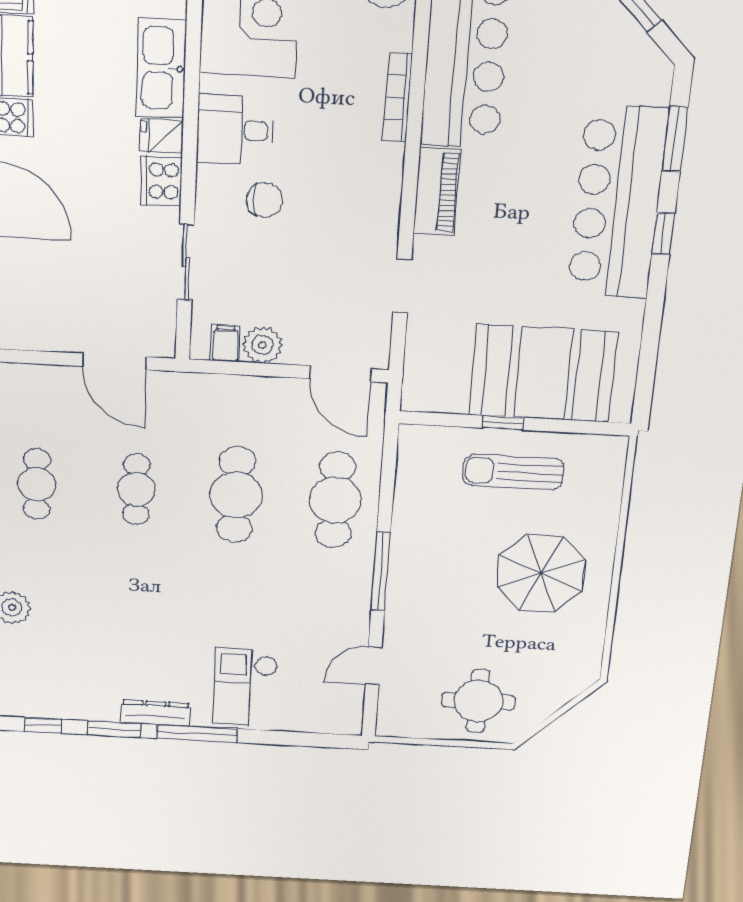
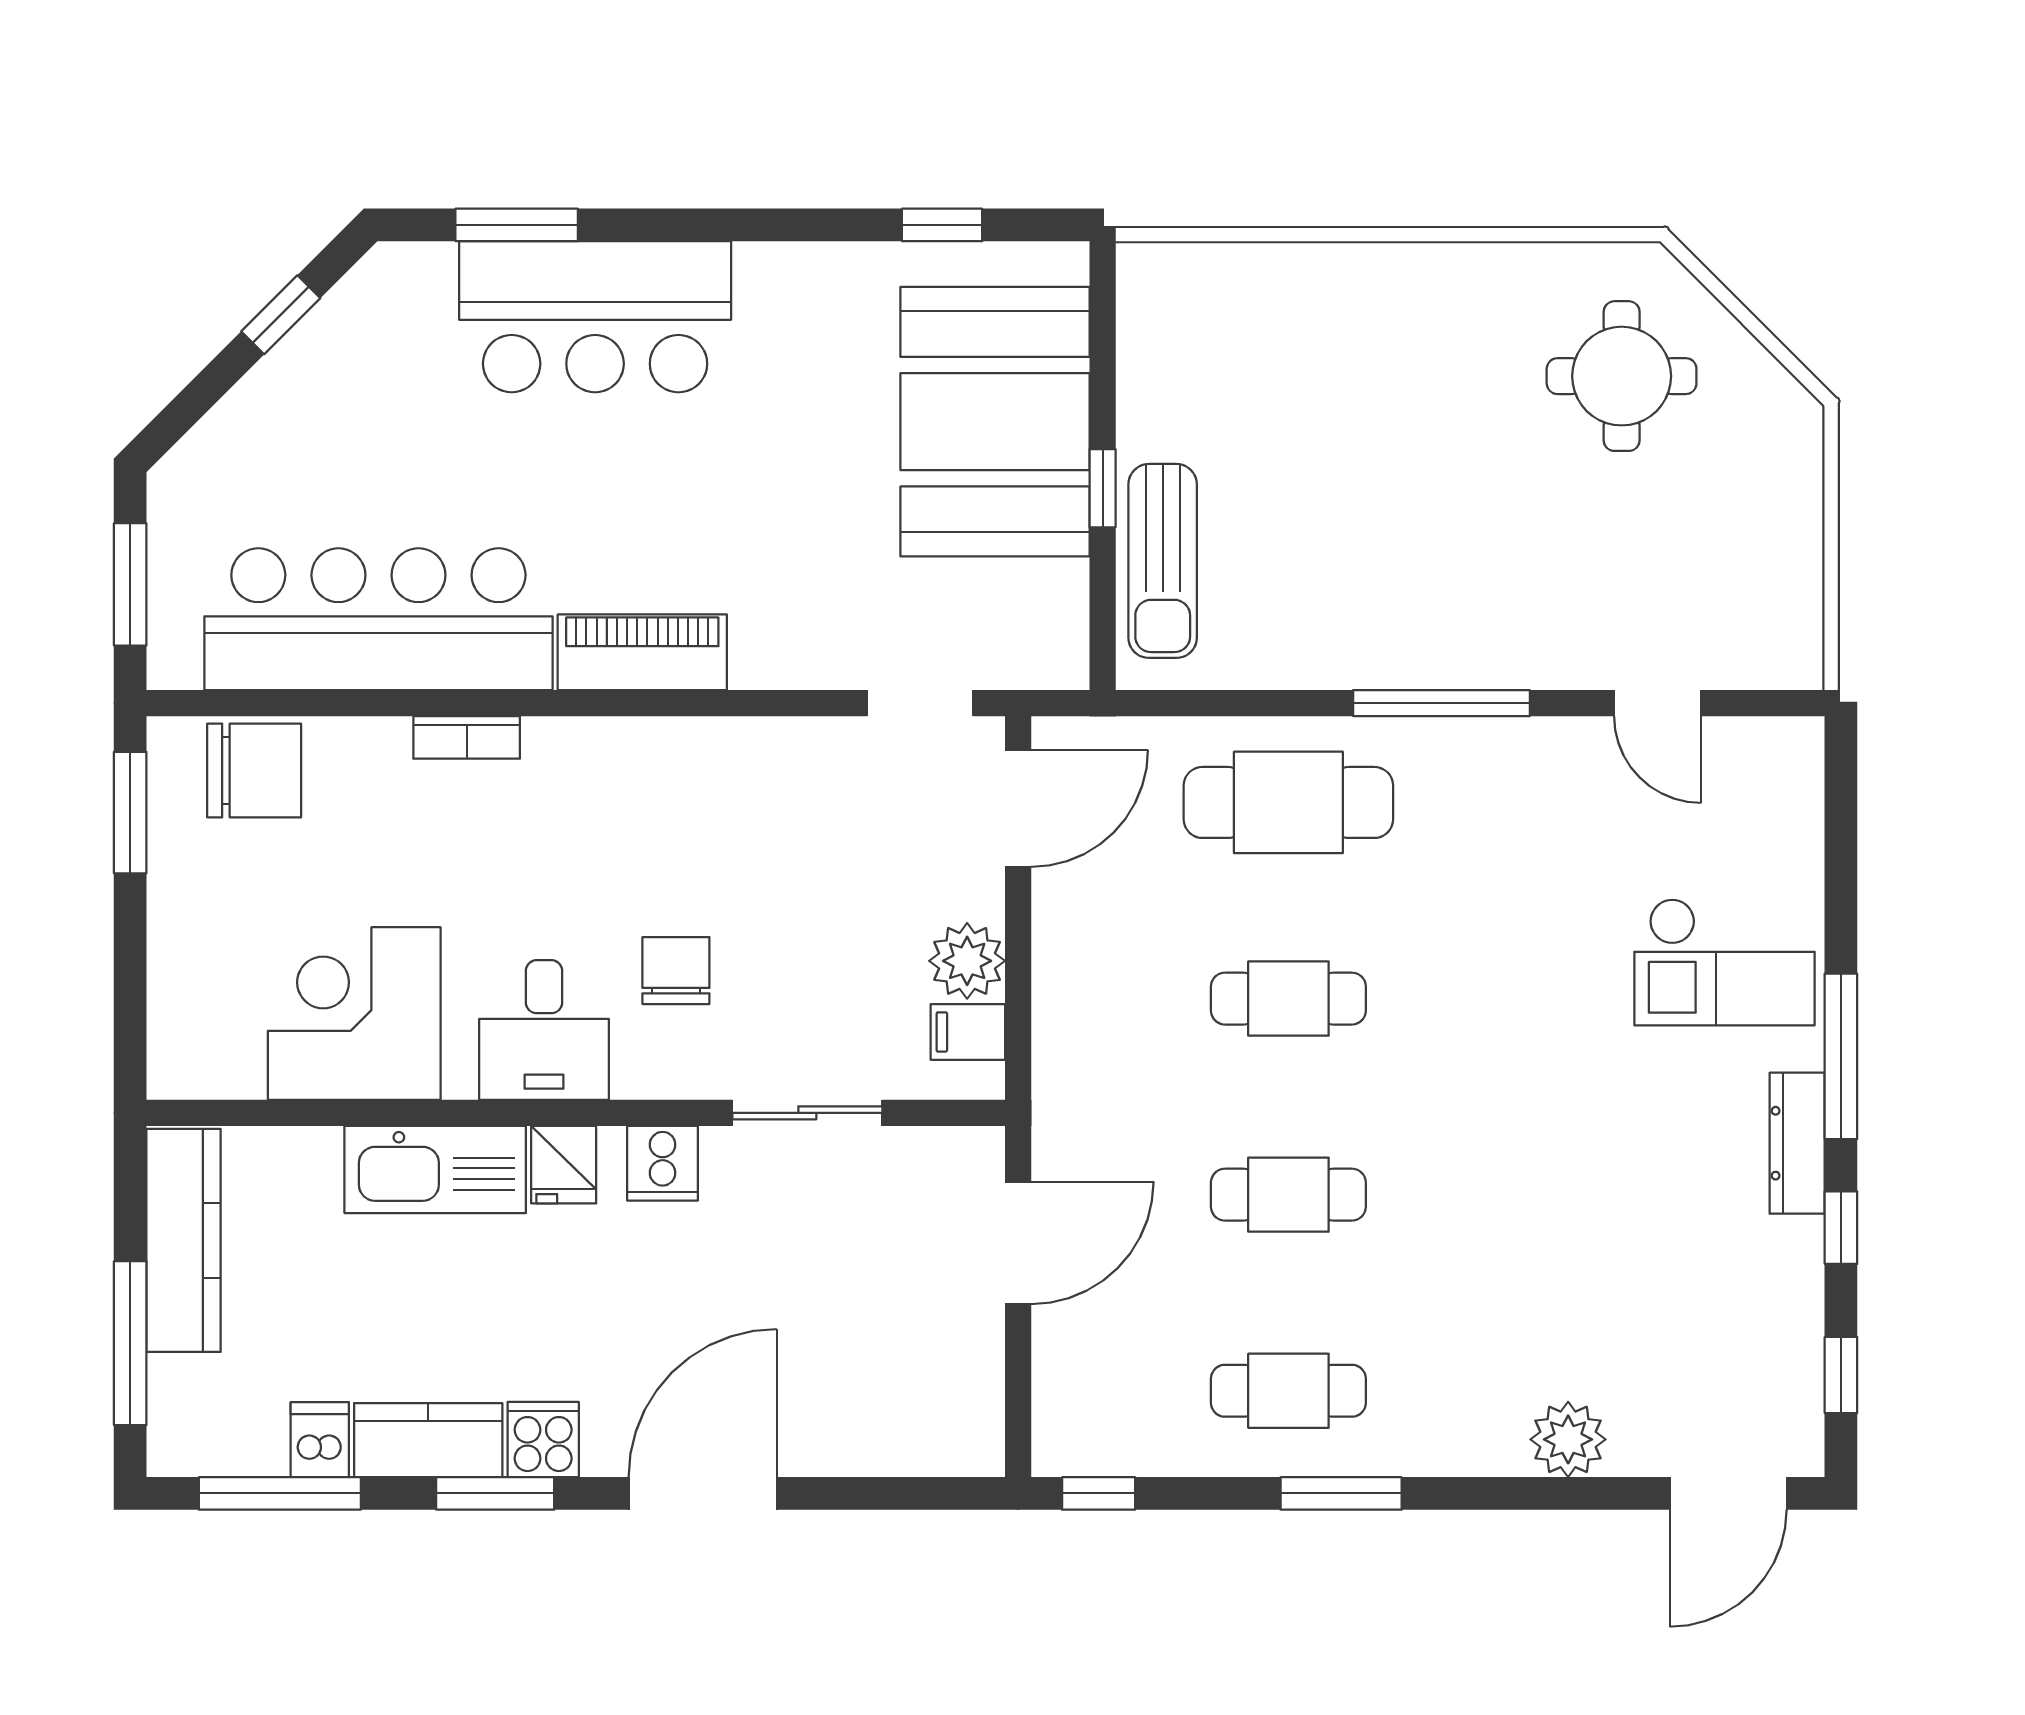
bookcase: (397, 98) -> (467, 737), width x0.64
cooker: (161, 181) -> (663, 1163), width x0.73
bar counter: (617, 203) -> (595, 317), width x0.73
window: (663, 233) -> (942, 225), moved
doorway: (402, 286) -> (920, 703), moved
sun lounger: (513, 472) -> (1163, 561), moved
cafe table: (236, 495) -> (1288, 999), width x0.73, depth x0.74
parasol: (541, 573) -> (1426, 385), removed
round table: (478, 701) -> (1622, 376), moved
window: (114, 729) -> (1841, 1228), width x0.67

